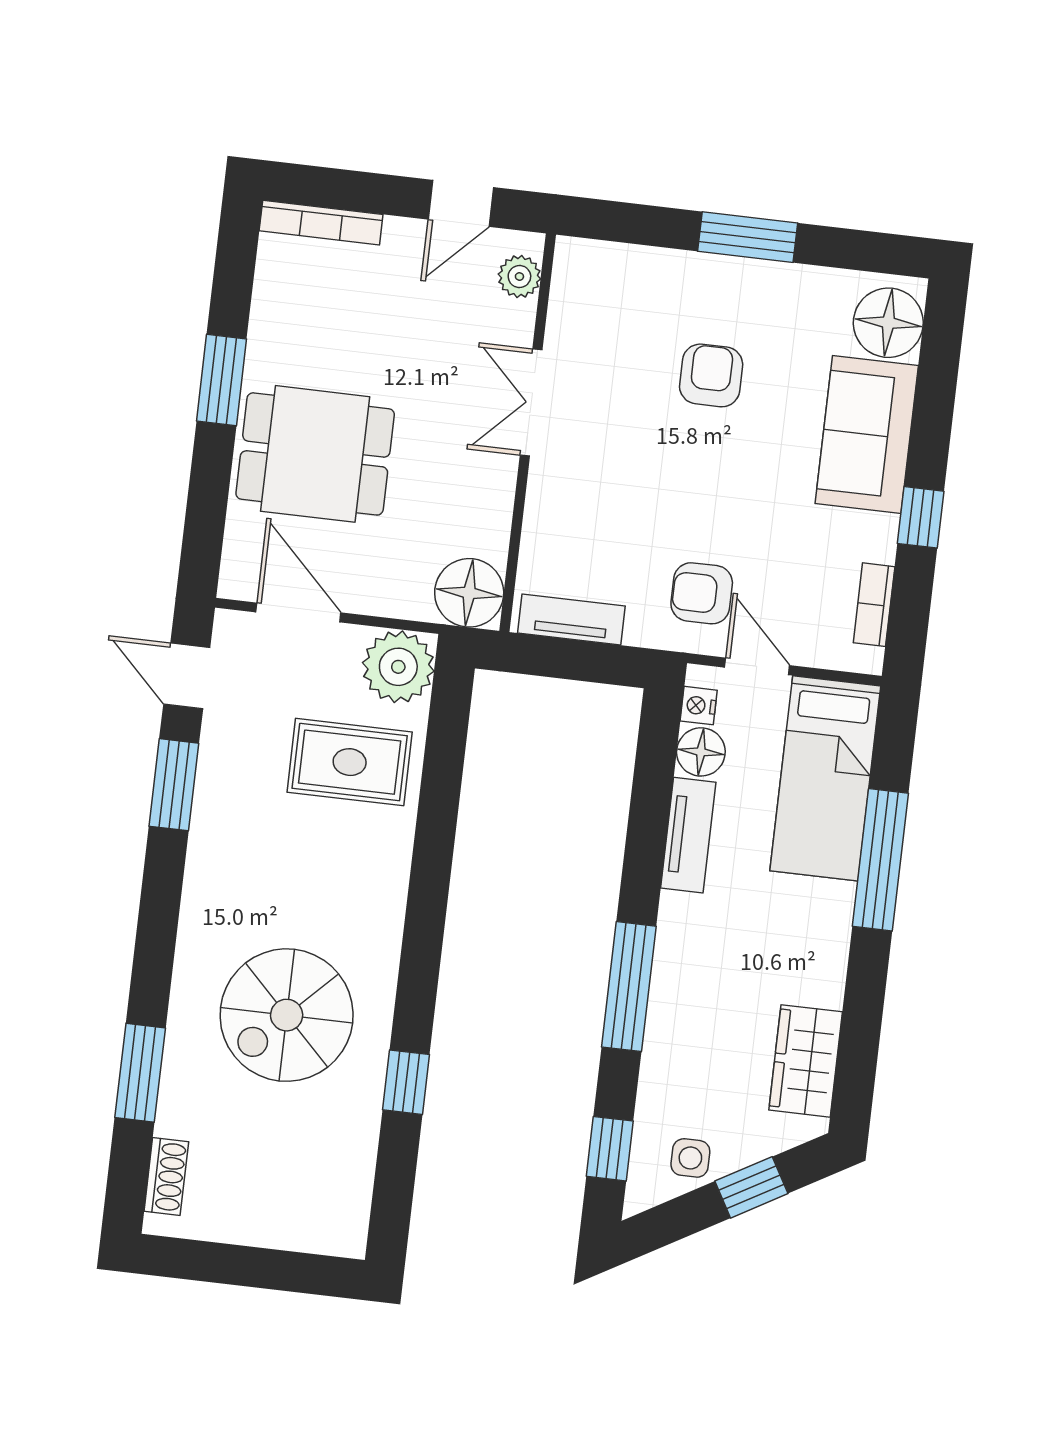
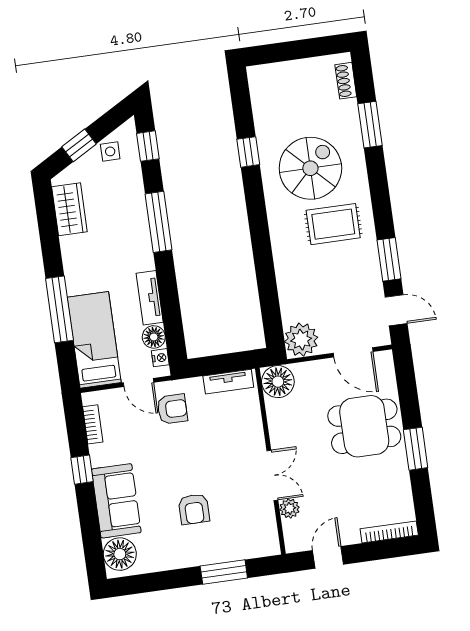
window: (748, 237) -> (224, 572), moved
plant: (519, 277) -> (290, 508), moved
rug: (350, 762) -> (333, 224), moved

